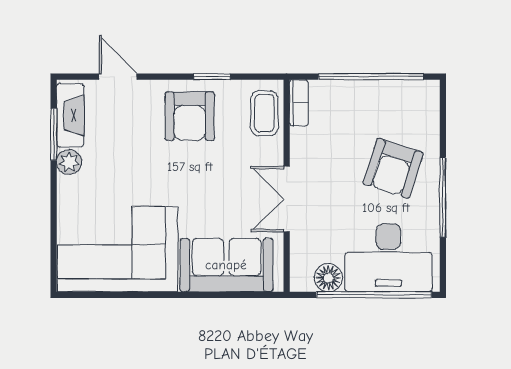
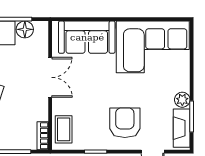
armchair: (190, 116) -> (125, 123), moved

